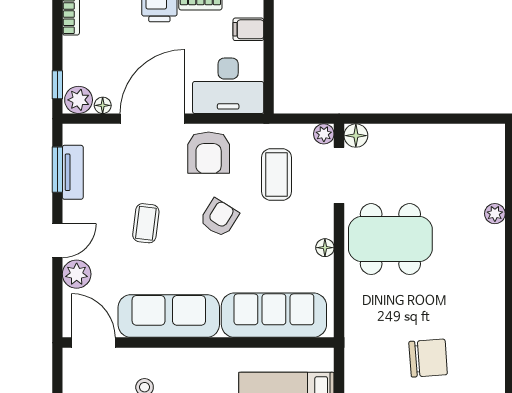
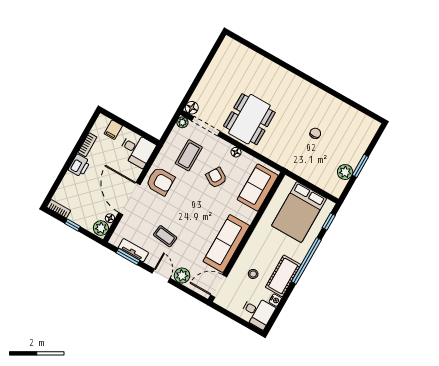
window: (57, 85) -> (73, 225), moved
desk: (228, 86) -> (137, 150), width x0.73
coffee table: (276, 174) -> (189, 155), turned 90
plant: (495, 214) -> (265, 63), removed
armchair: (219, 218) -> (216, 178), moved
coffee table: (146, 223) -> (165, 236), moved
sofa: (274, 315) -> (258, 188), width x0.73
chair: (428, 358) -> (315, 133), width x0.54, depth x0.54

